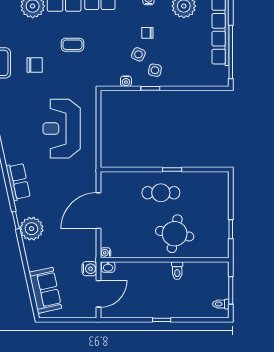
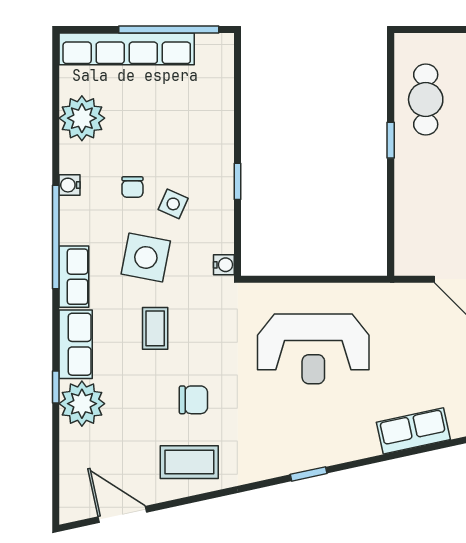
chair: (35, 65) -> (193, 400), turned 90
side table: (155, 70) -> (146, 257), moved, width x1.87, depth x1.87
water cooler: (126, 81) -> (224, 265), moved
cafe table: (161, 193) -> (426, 100), moved

